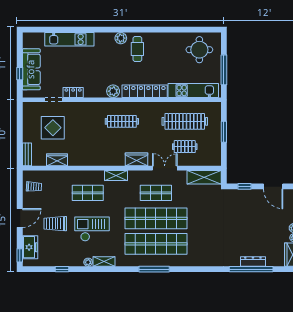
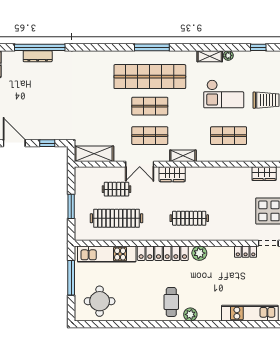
shelving: (116, 175) -> (183, 156), moved
shop shelf: (156, 218) -> (150, 106), width x0.50, depth x0.74

